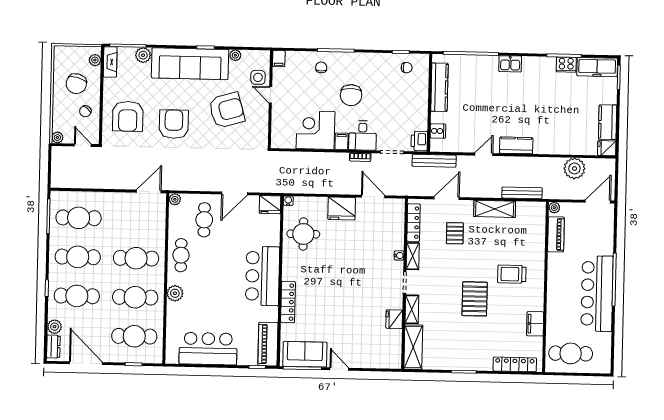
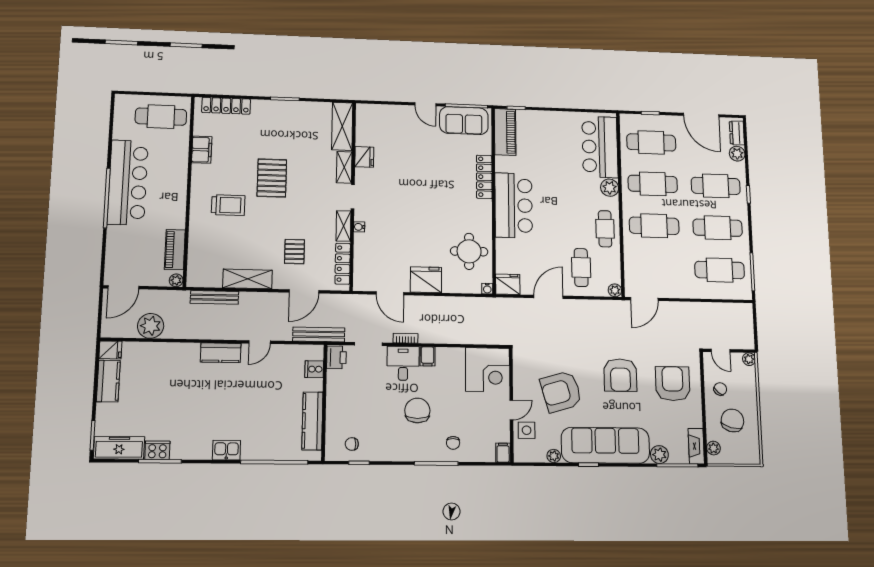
door: (270, 95) -> (511, 410), hinge flipped
corner desk: (316, 130) -> (488, 370), moved
bar counter: (208, 349) -> (600, 147), moved, turned 90

